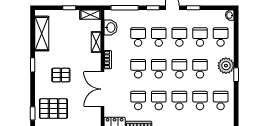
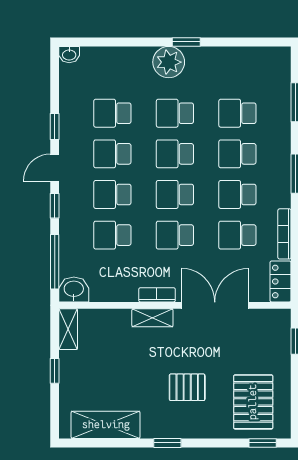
washbasin: (111, 27) -> (74, 290), moved
school desk: (221, 37) -> (112, 73), removed
shelving: (96, 42) -> (152, 318), moved
pallet: (61, 75) -> (187, 387), turned 90
double door: (102, 89) -> (215, 305), swing flipped
school desk: (221, 101) -> (237, 73), removed

